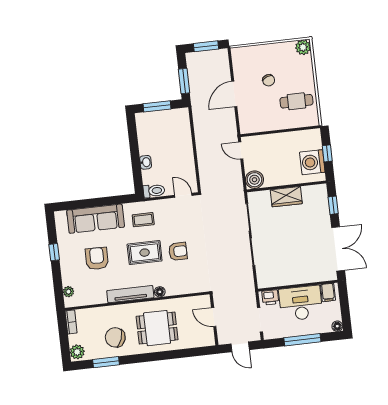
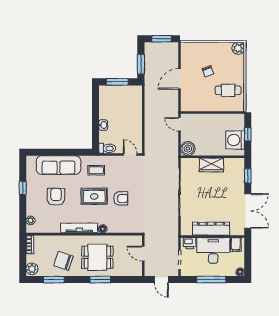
dresser: (295, 276) -> (211, 229), added
window: (164, 356) -> (100, 280), added

